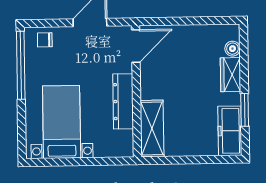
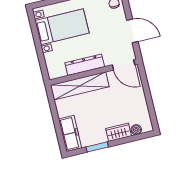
shelving: (152, 129) -> (80, 86), width x1.47
freezer: (230, 131) -> (70, 133), moved, turned 90

